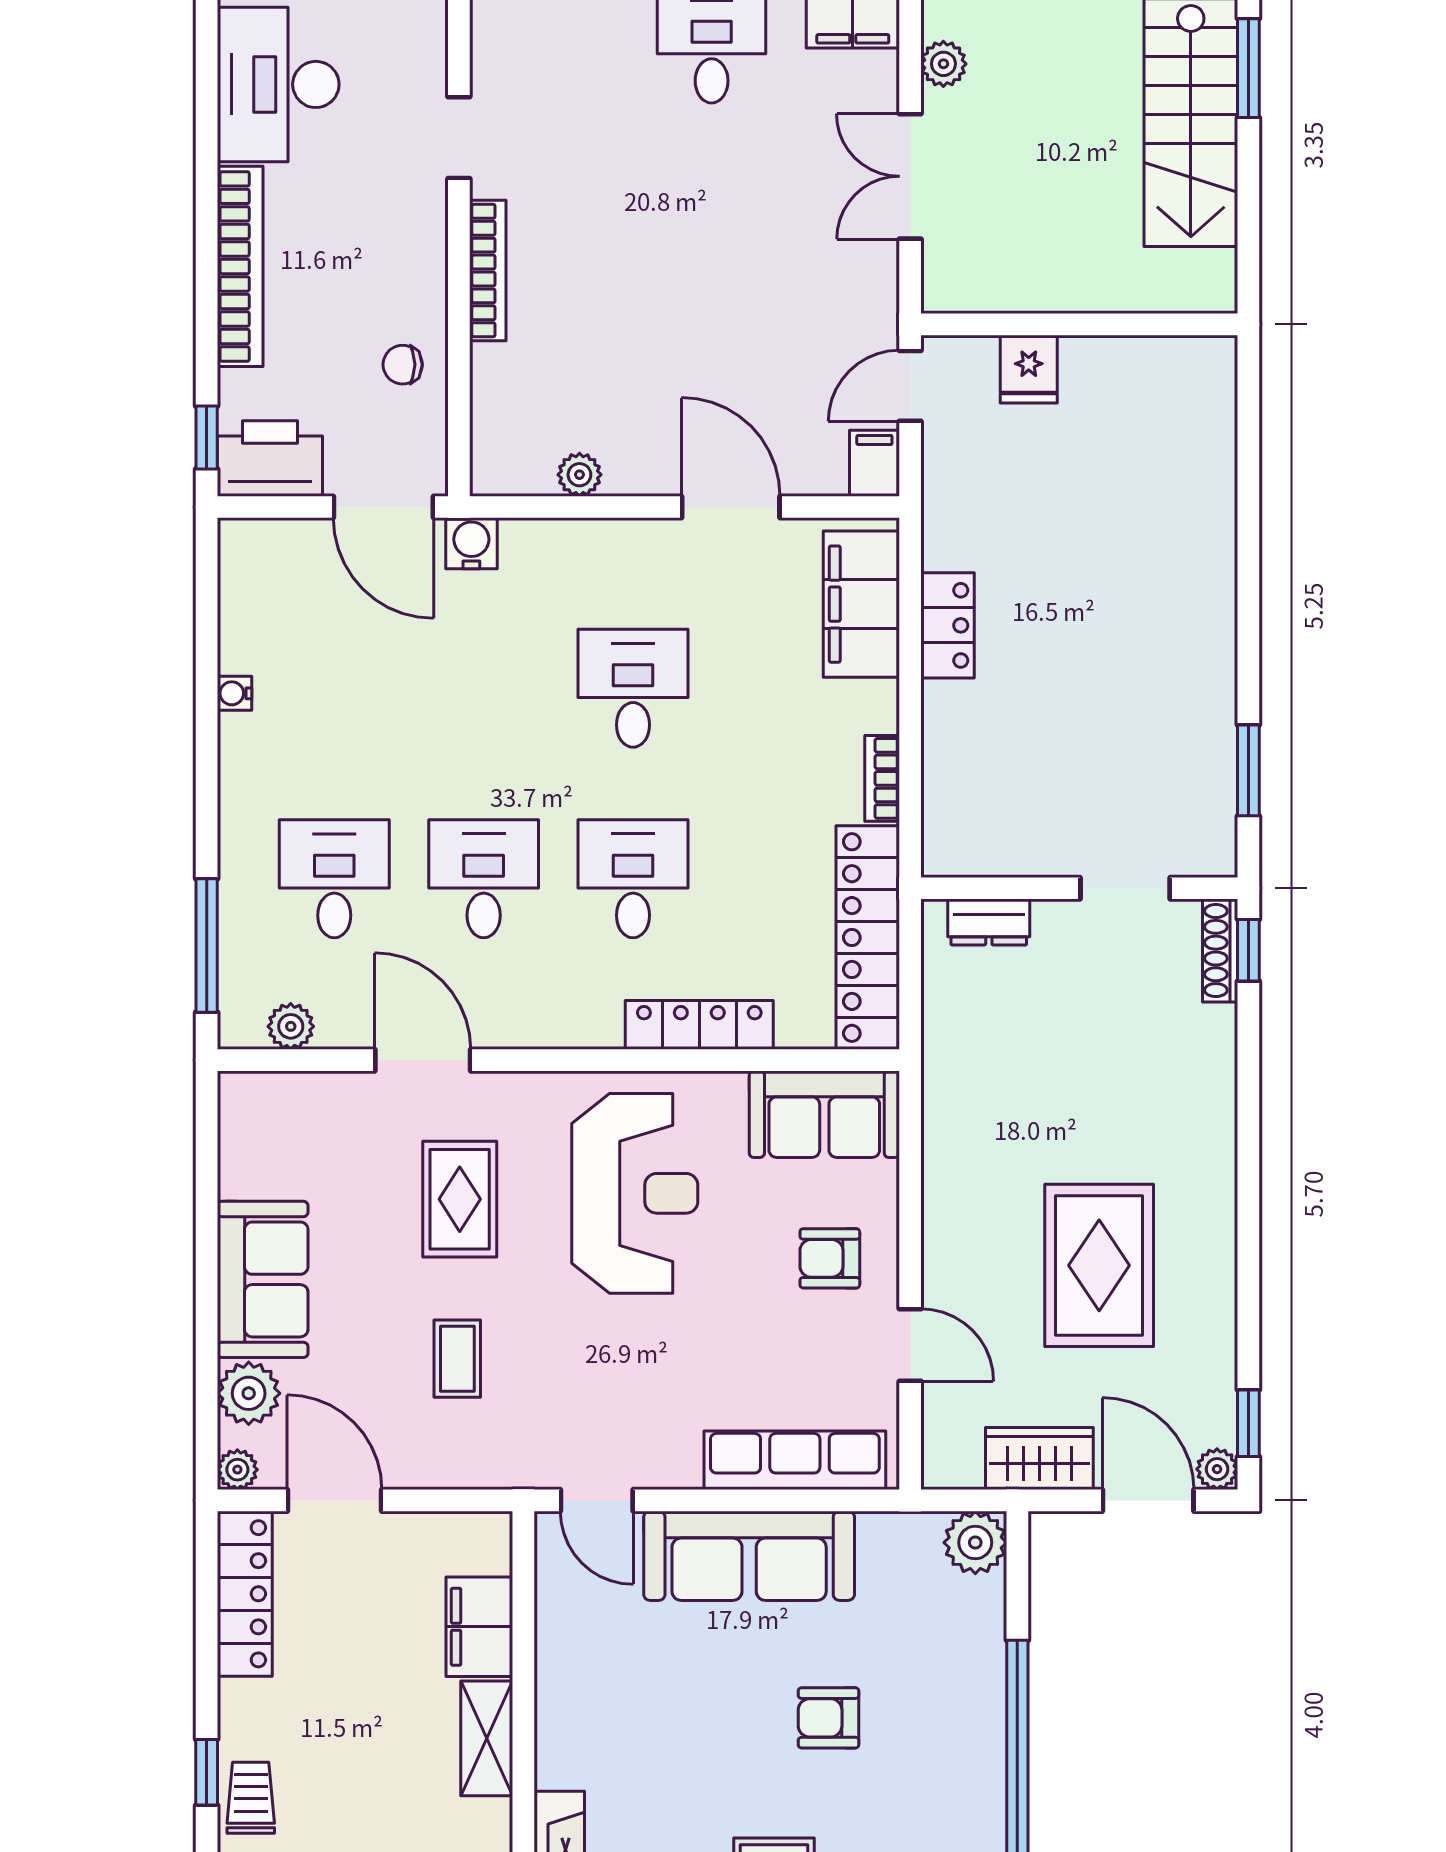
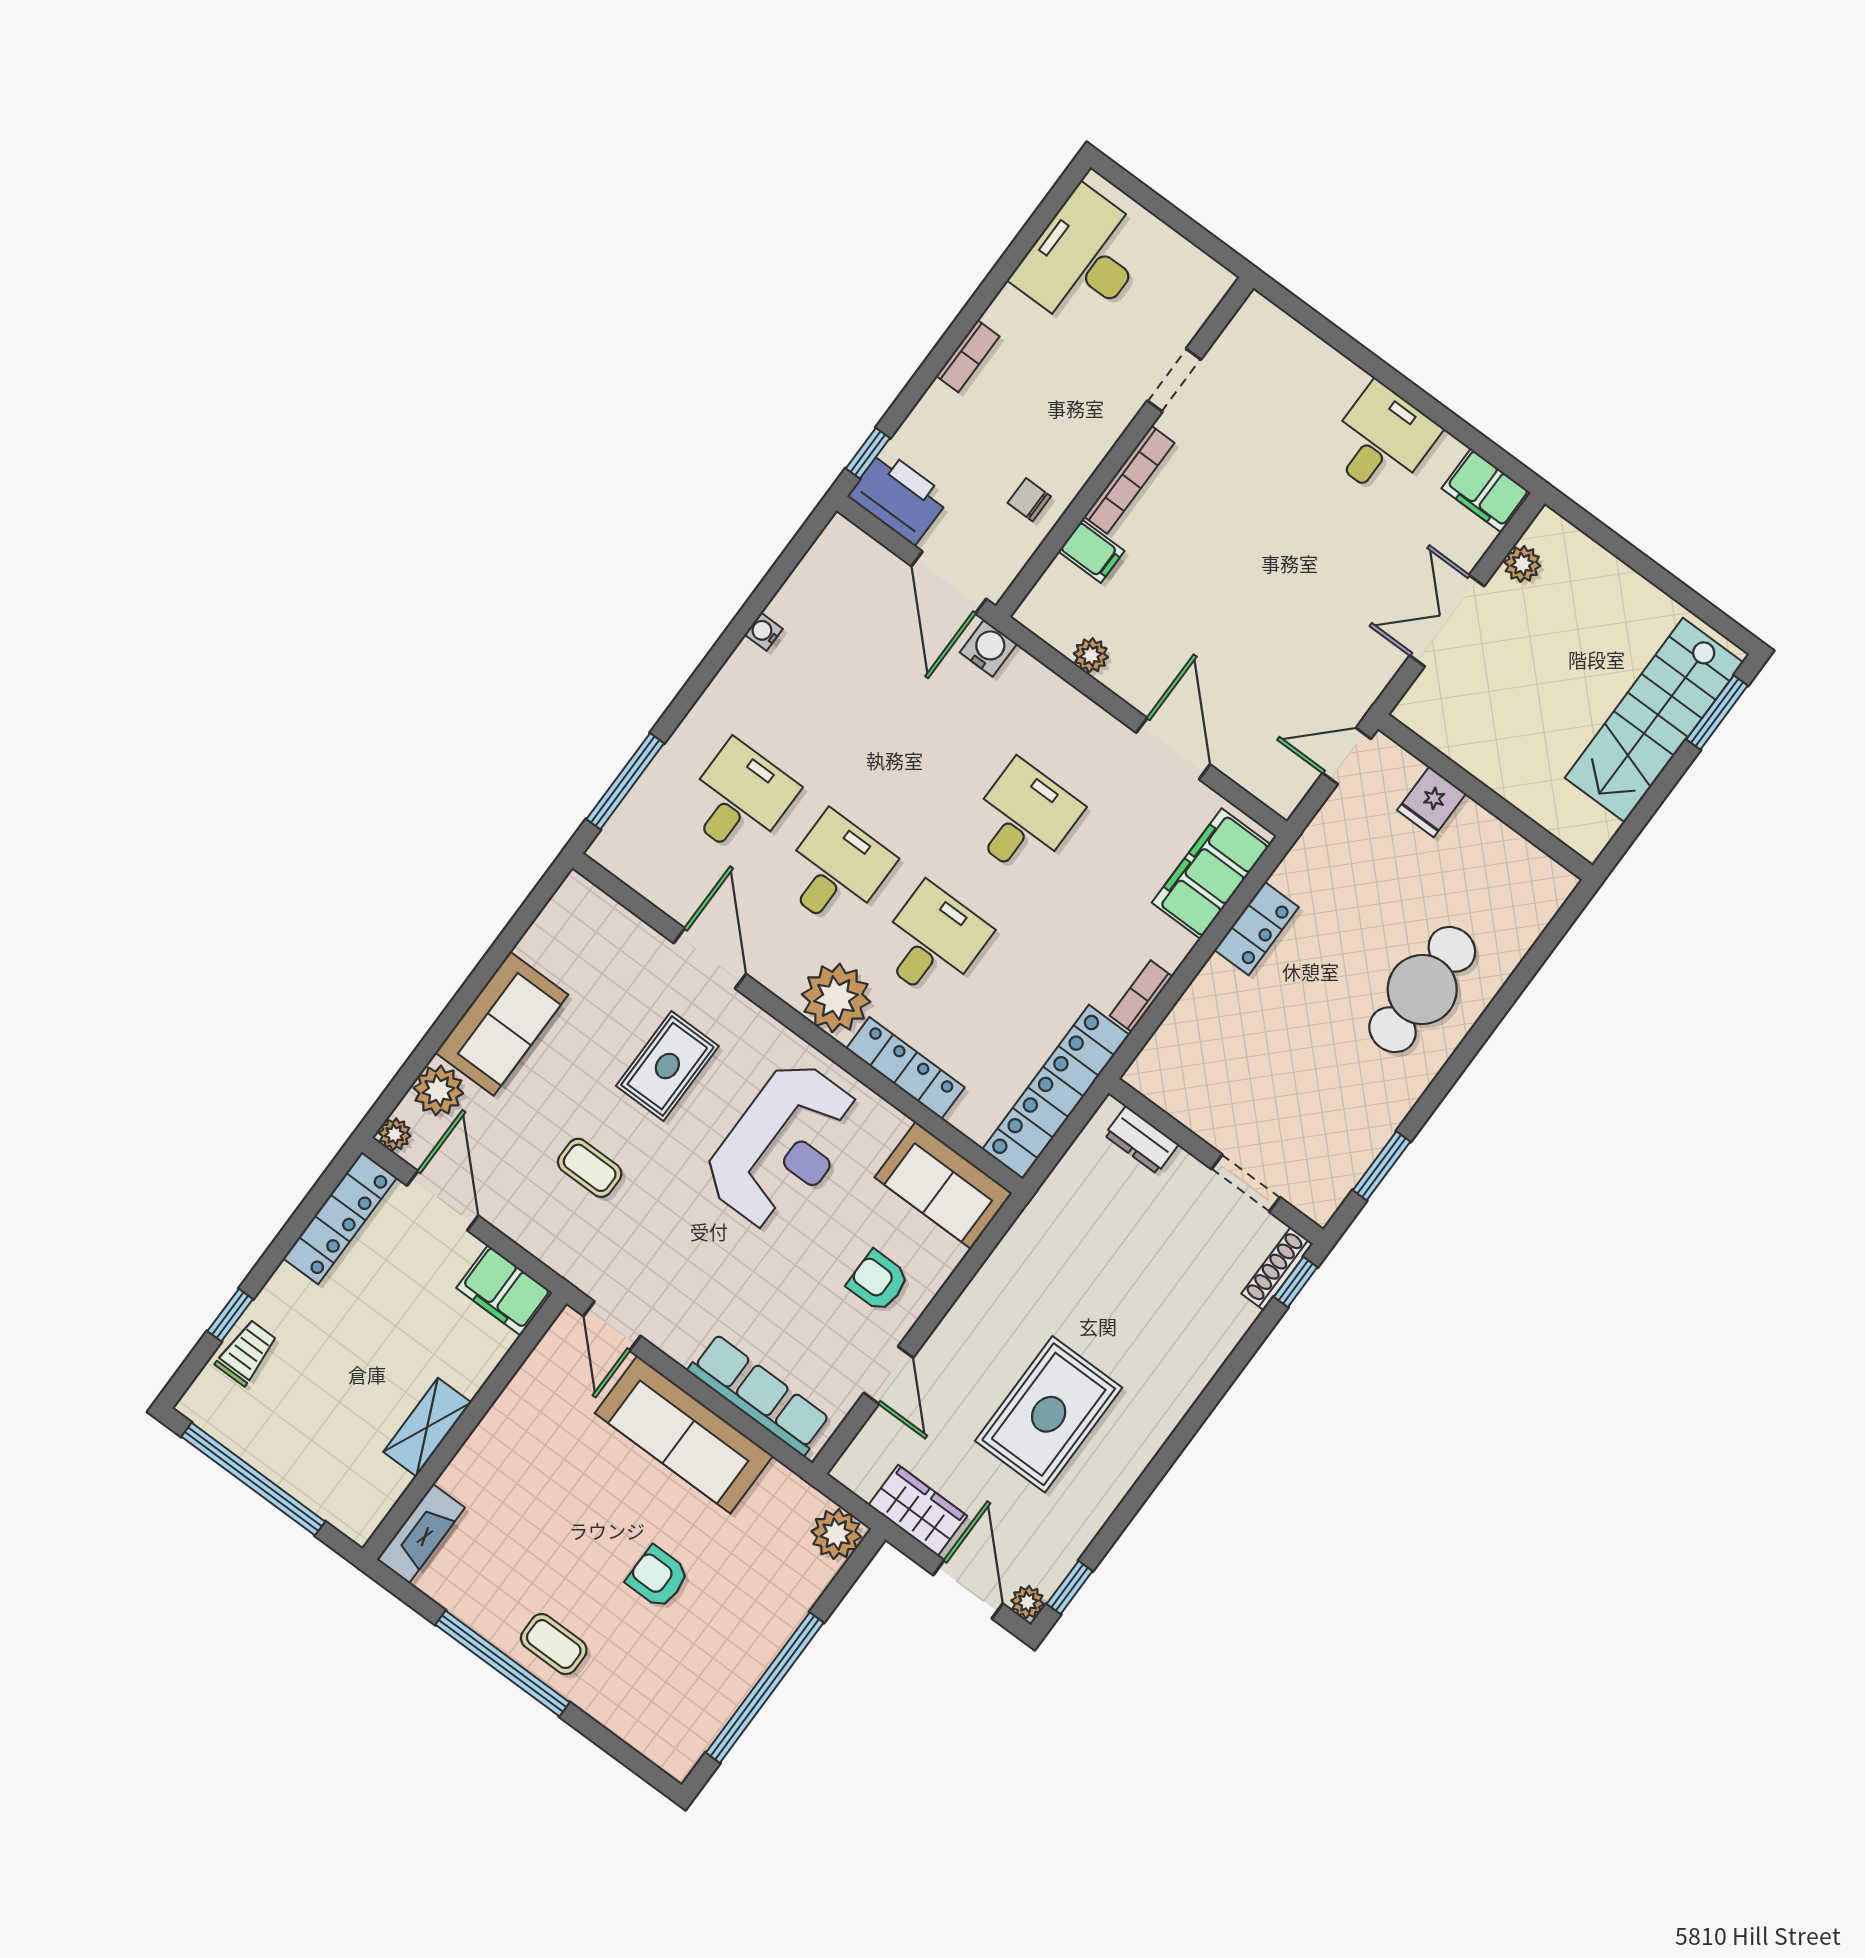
bookcase: (240, 266) -> (968, 356), width x0.43, depth x0.76
filing cabinet: (874, 463) -> (1091, 551), moved, turned 90
cafe table: (1158, 564) -> (1422, 990), added
plant: (291, 1026) -> (836, 998), moved, width x1.87, depth x1.87
coffee table: (457, 1359) -> (590, 1168), turned 90
filing cabinet: (479, 1627) -> (504, 1290), moved, turned -90

